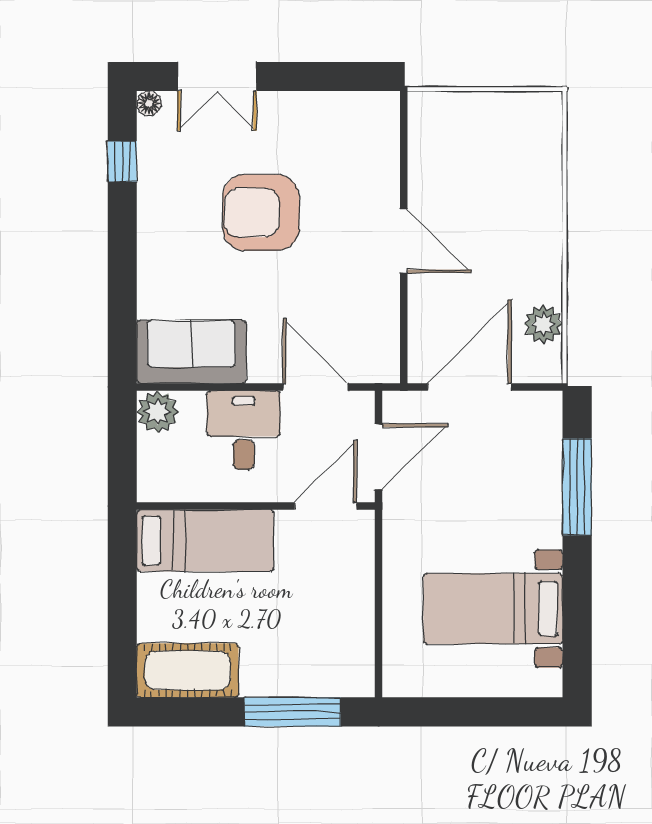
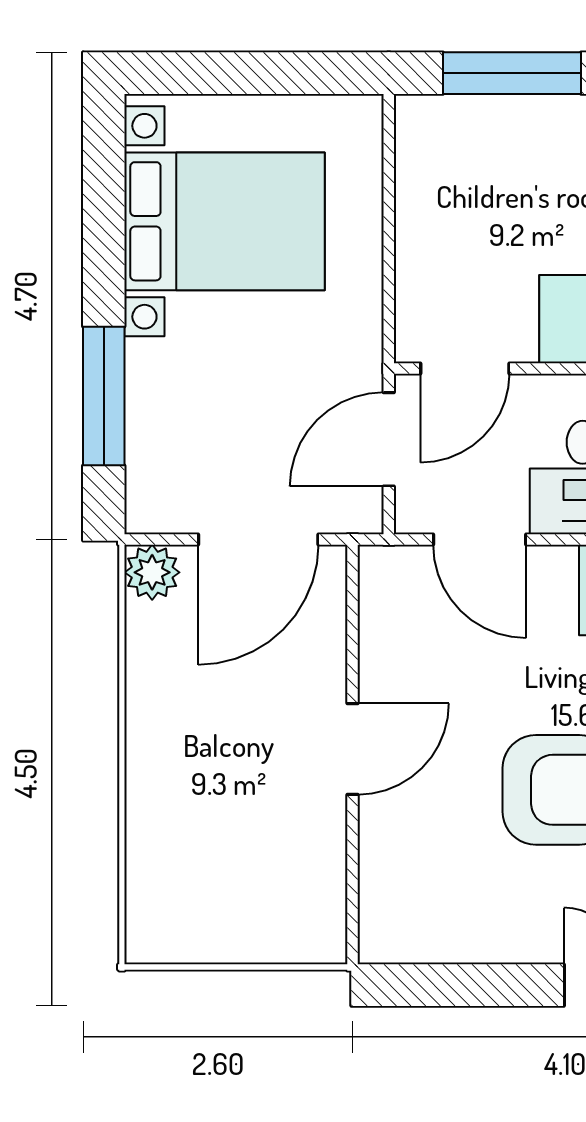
door: (404, 241) -> (352, 749), swing flipped
plant: (543, 324) -> (152, 572), moved
bed with nightstands: (493, 609) -> (224, 221), width x1.36

